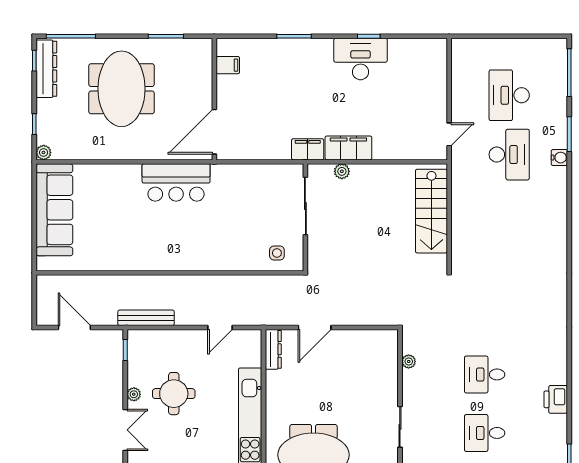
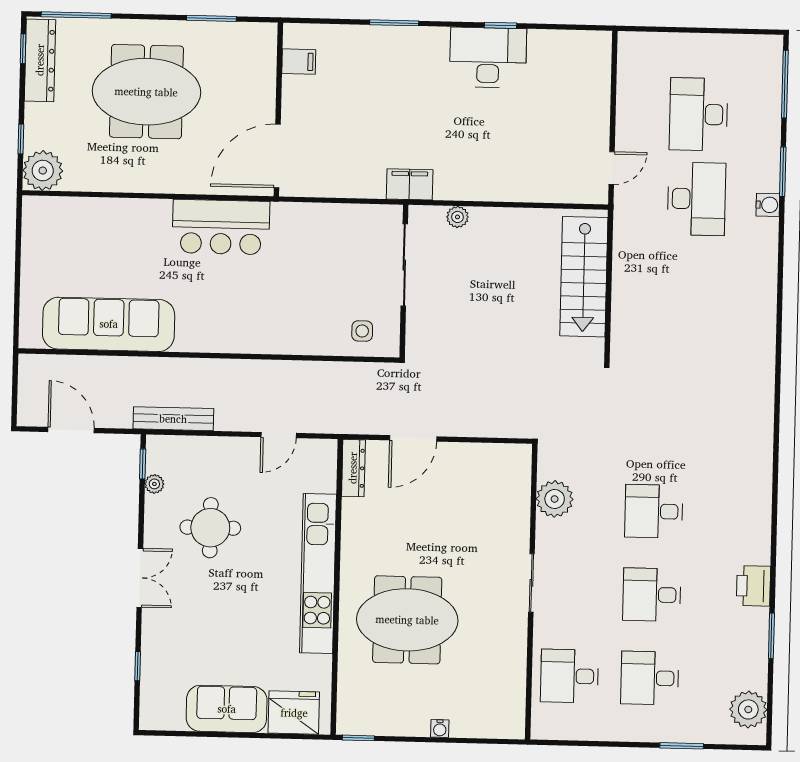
meeting table: (122, 89) -> (146, 92), turned 90
filing cabinet: (348, 148) -> (468, 184), removed
plant: (44, 152) -> (43, 171), width x1.88, depth x1.88
sofa: (54, 210) -> (109, 324), moved, turned -90
plant: (409, 361) -> (555, 499), width x1.87, depth x1.87
plant: (134, 394) -> (154, 484), moved
printer: (556, 399) -> (753, 586), moved

